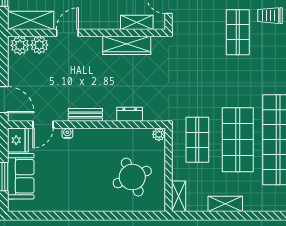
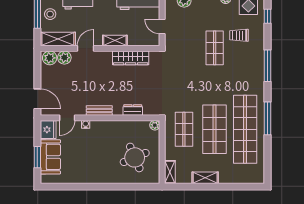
shelving: (137, 22) -> (115, 41), moved

